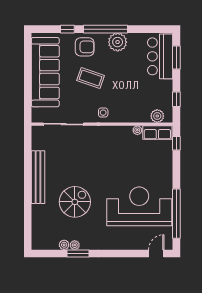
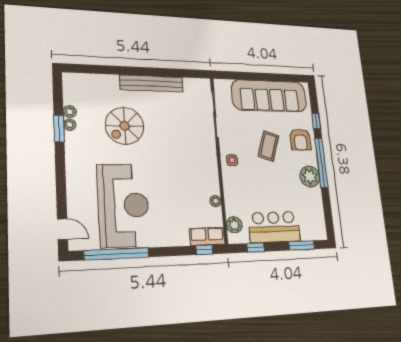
bar counter: (160, 56) -> (274, 227), moved
row of seats: (157, 133) -> (207, 236), moved, turned 90
spiral stairs: (75, 202) -> (125, 126), turned 90

